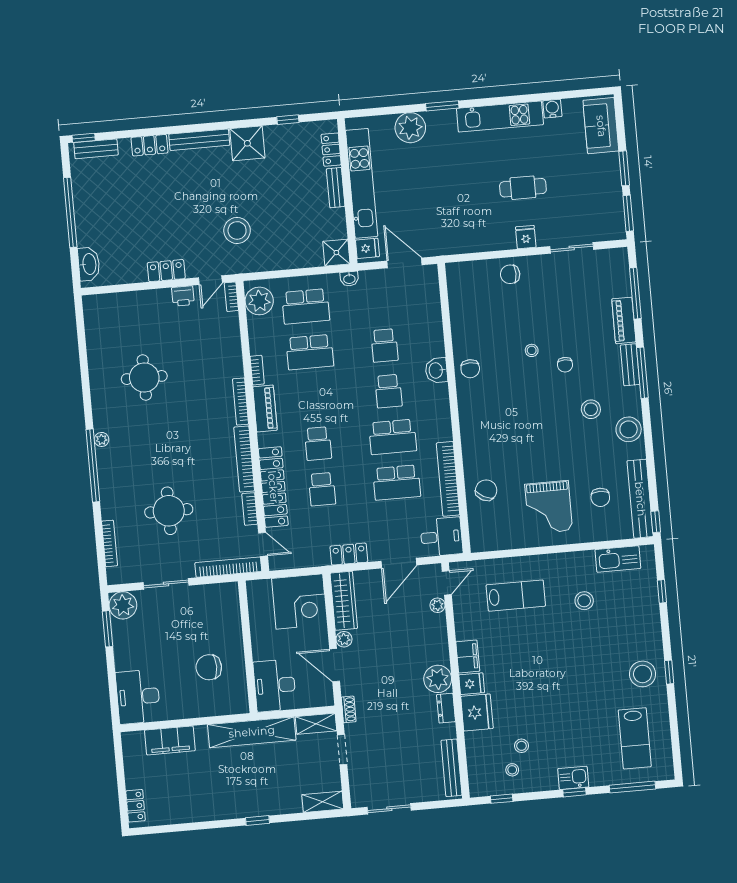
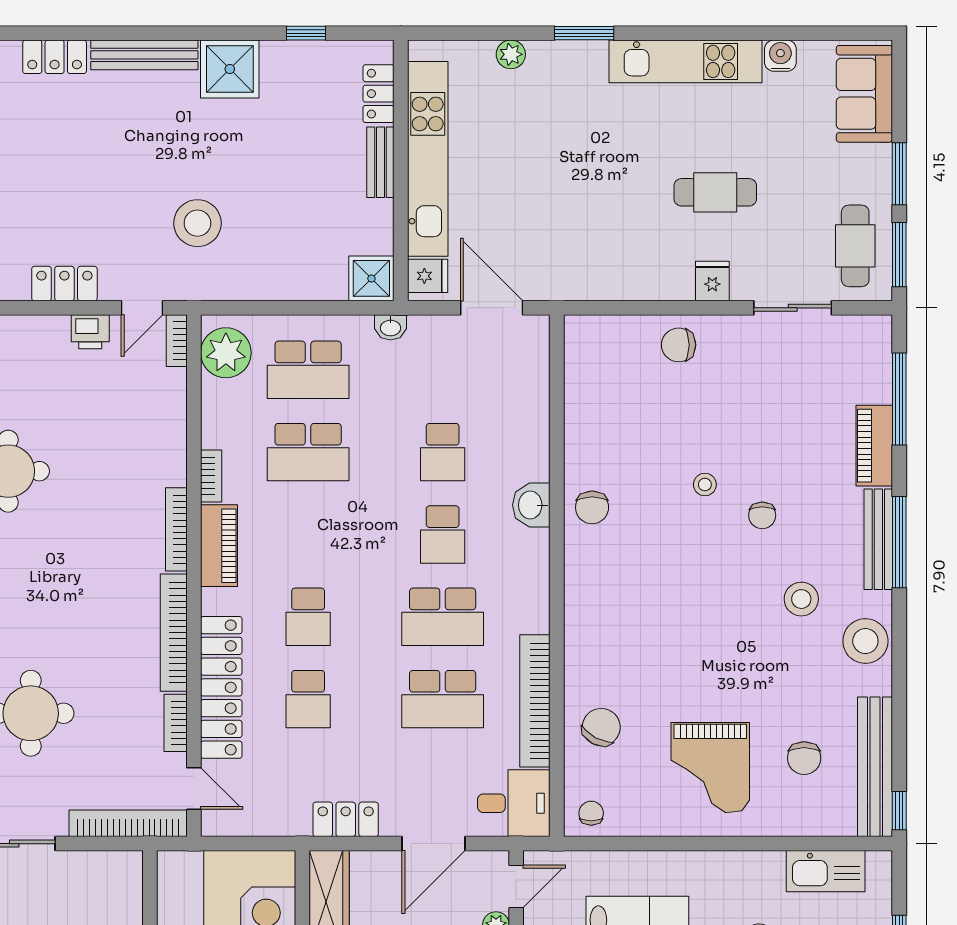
plant: (410, 128) -> (511, 54), width x0.53, depth x0.53
cafe table: (603, 210) -> (855, 246), added
bench: (630, 365) -> (878, 539), width x1.36
chair: (485, 538) -> (591, 813), added

